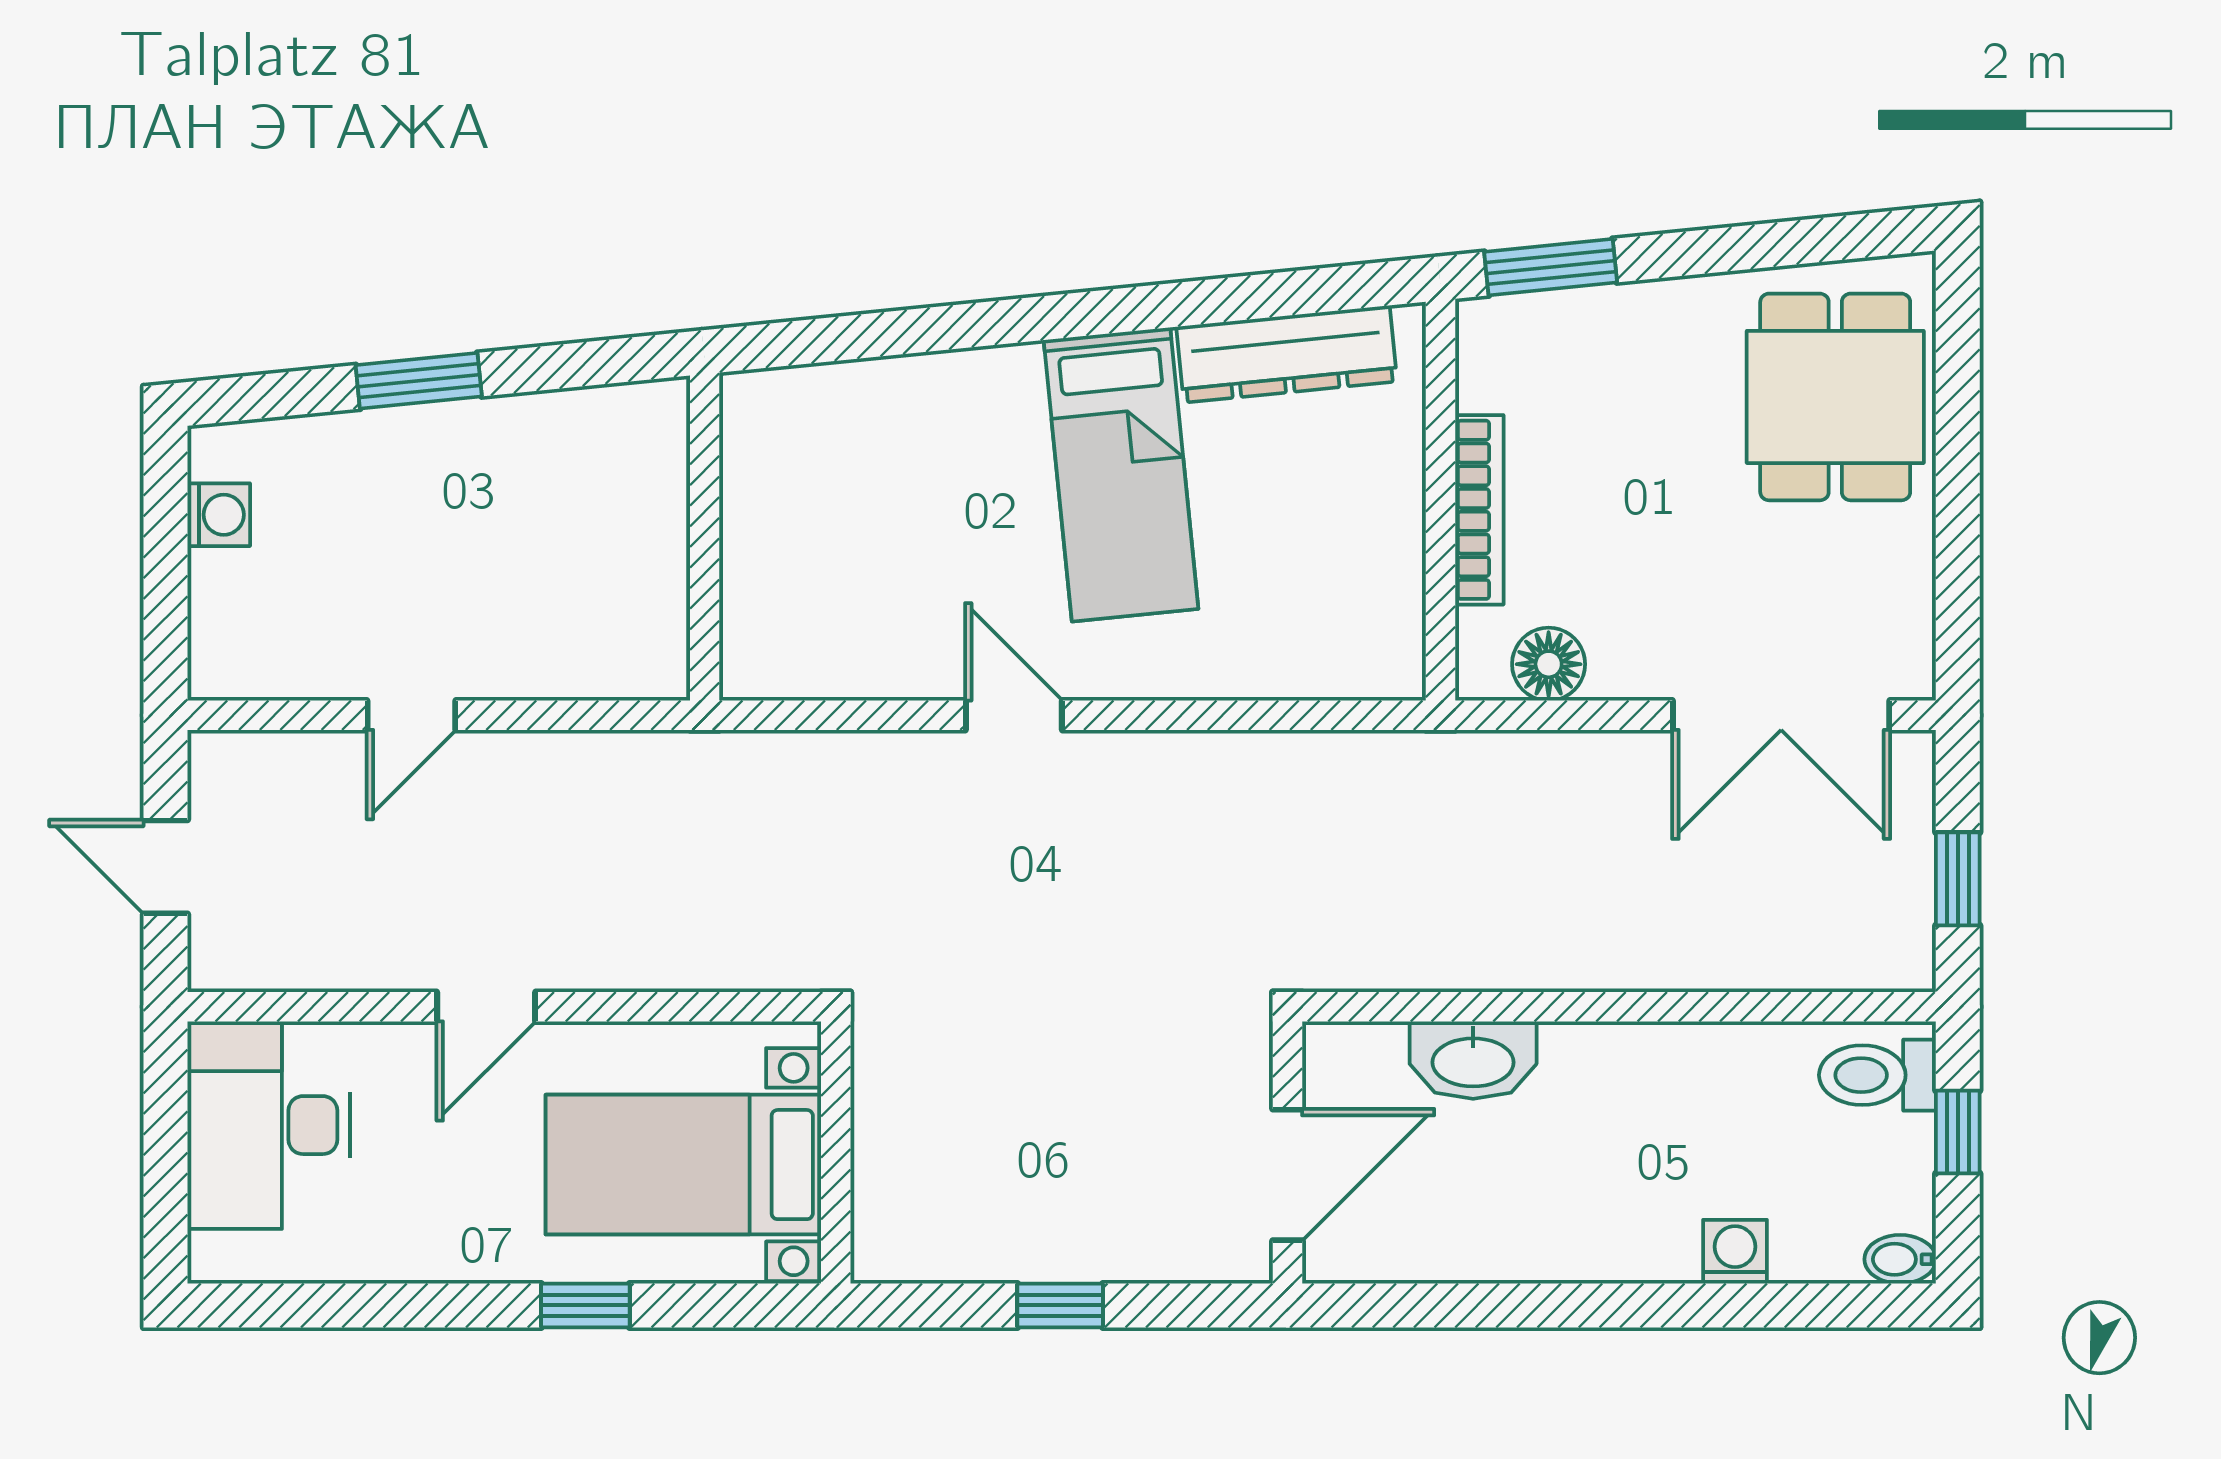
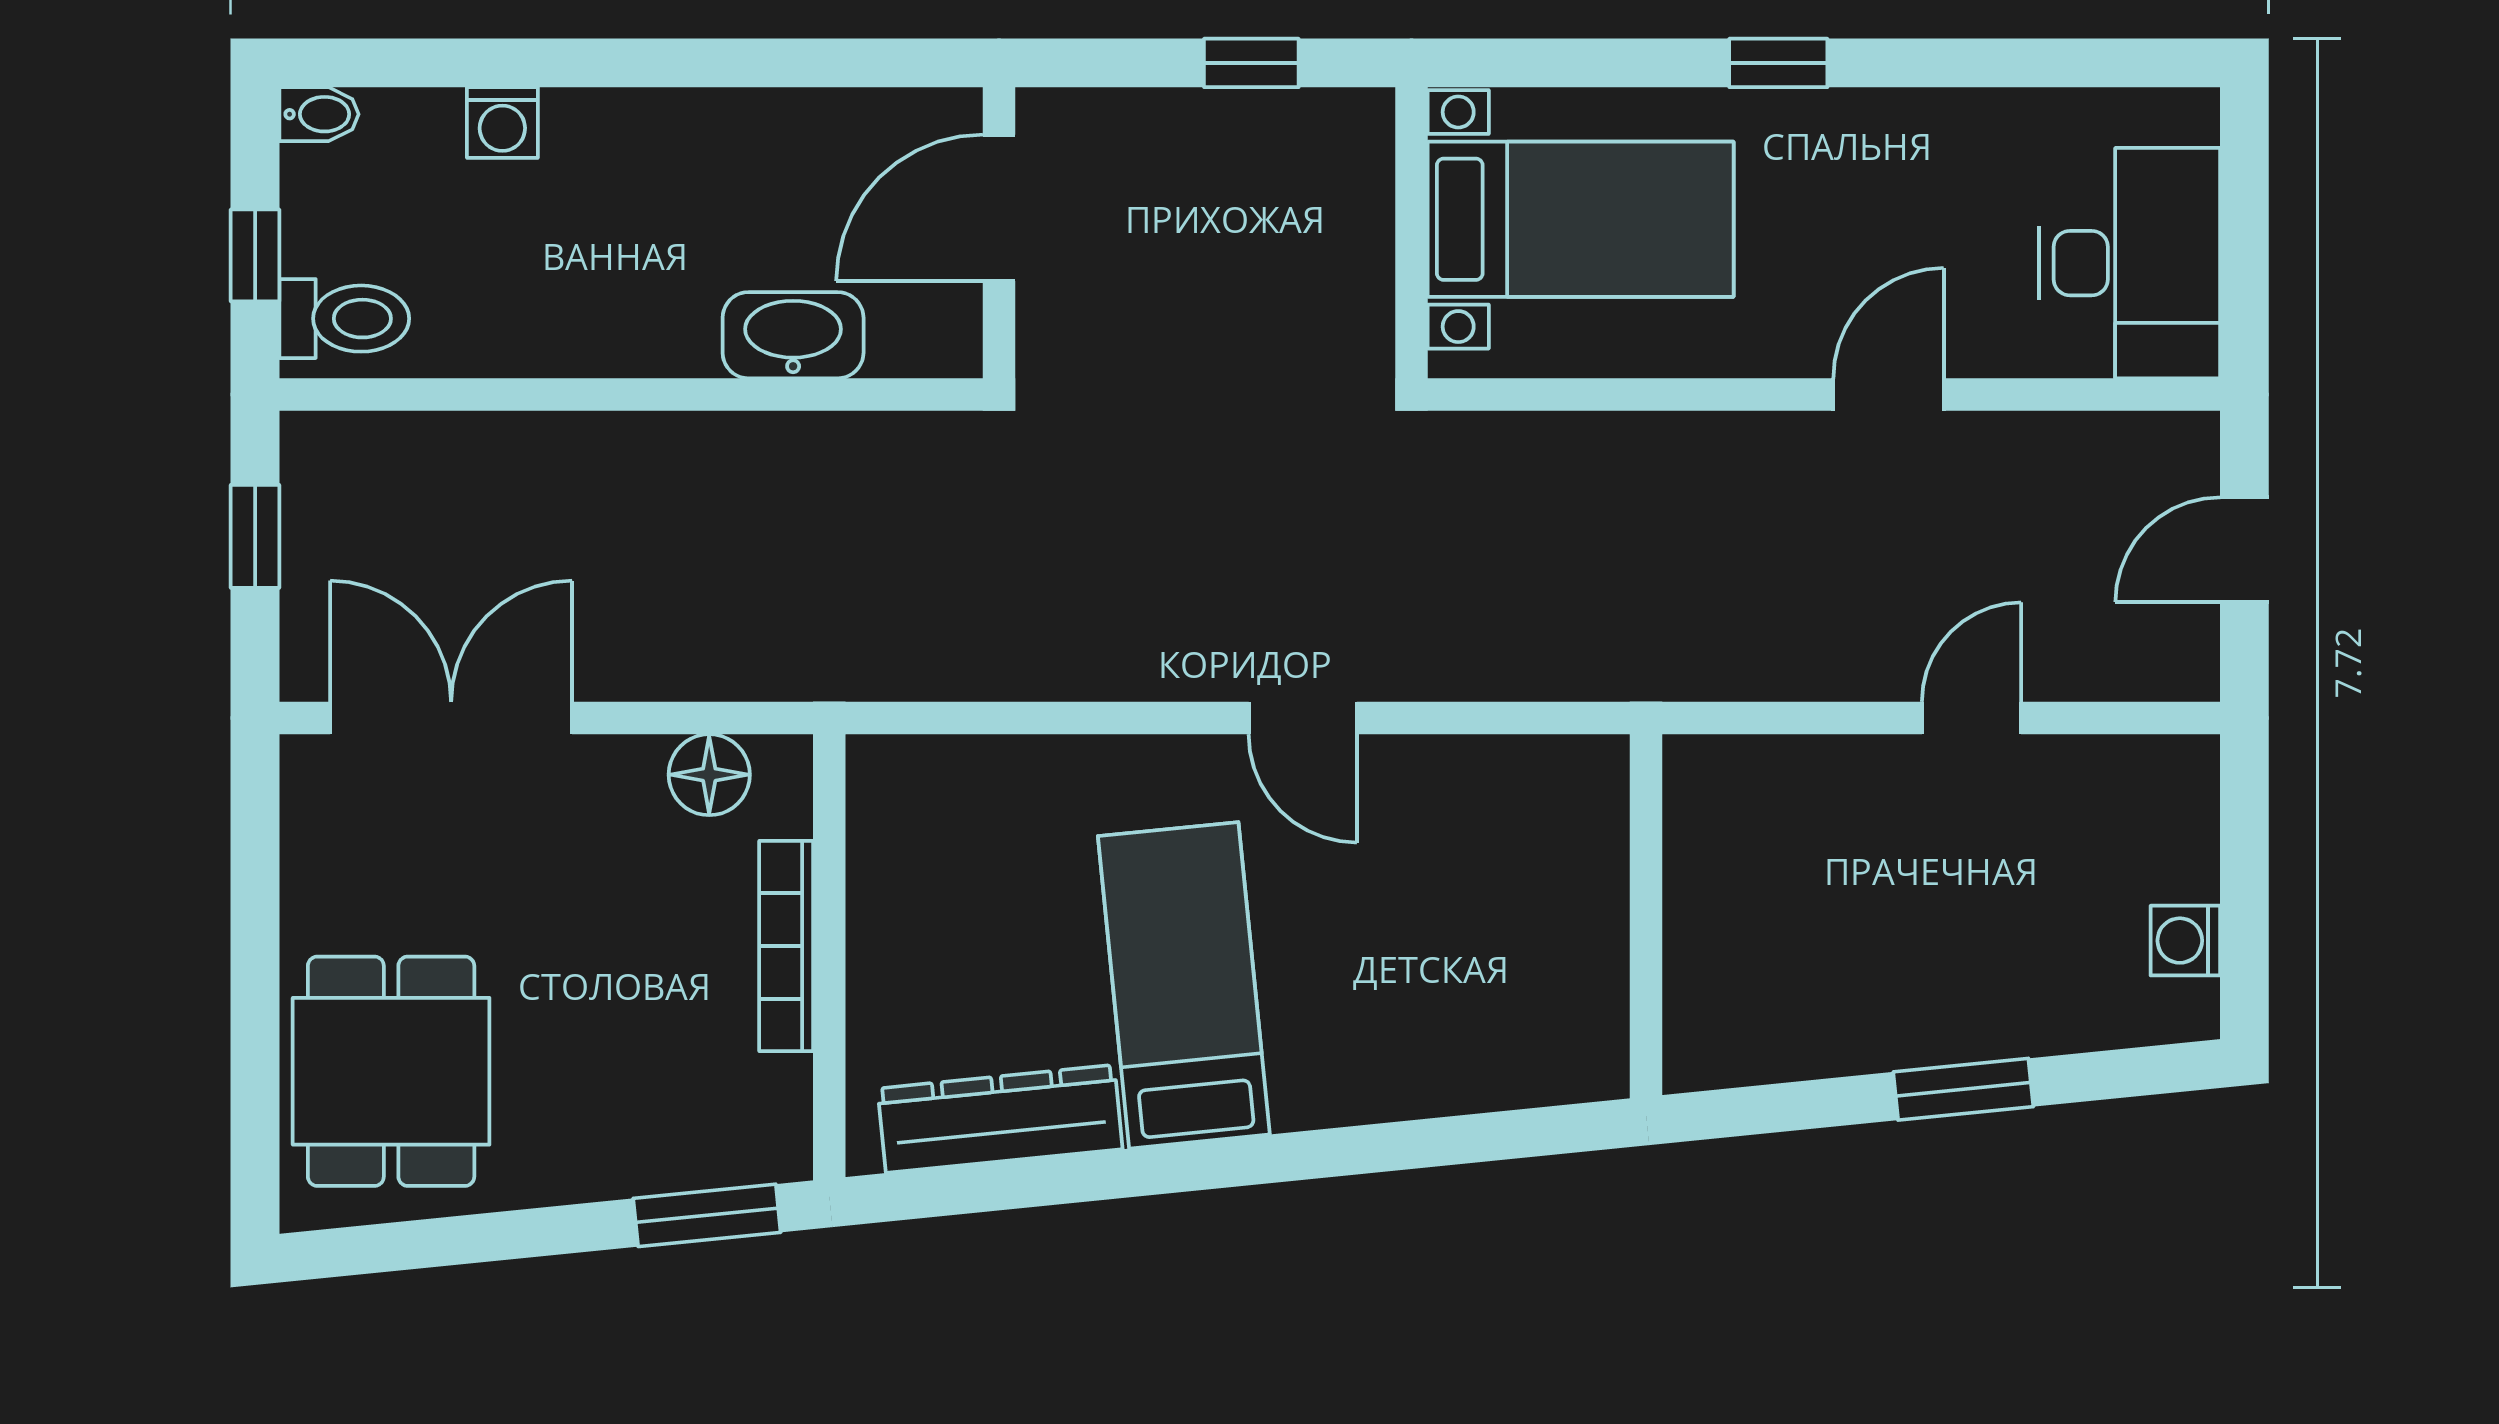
door: (165, 867) -> (2244, 550), swing flipped
wall: (836, 1152) -> (1411, 233), moved
bed with nightstands: (683, 1165) -> (1581, 219), moved

